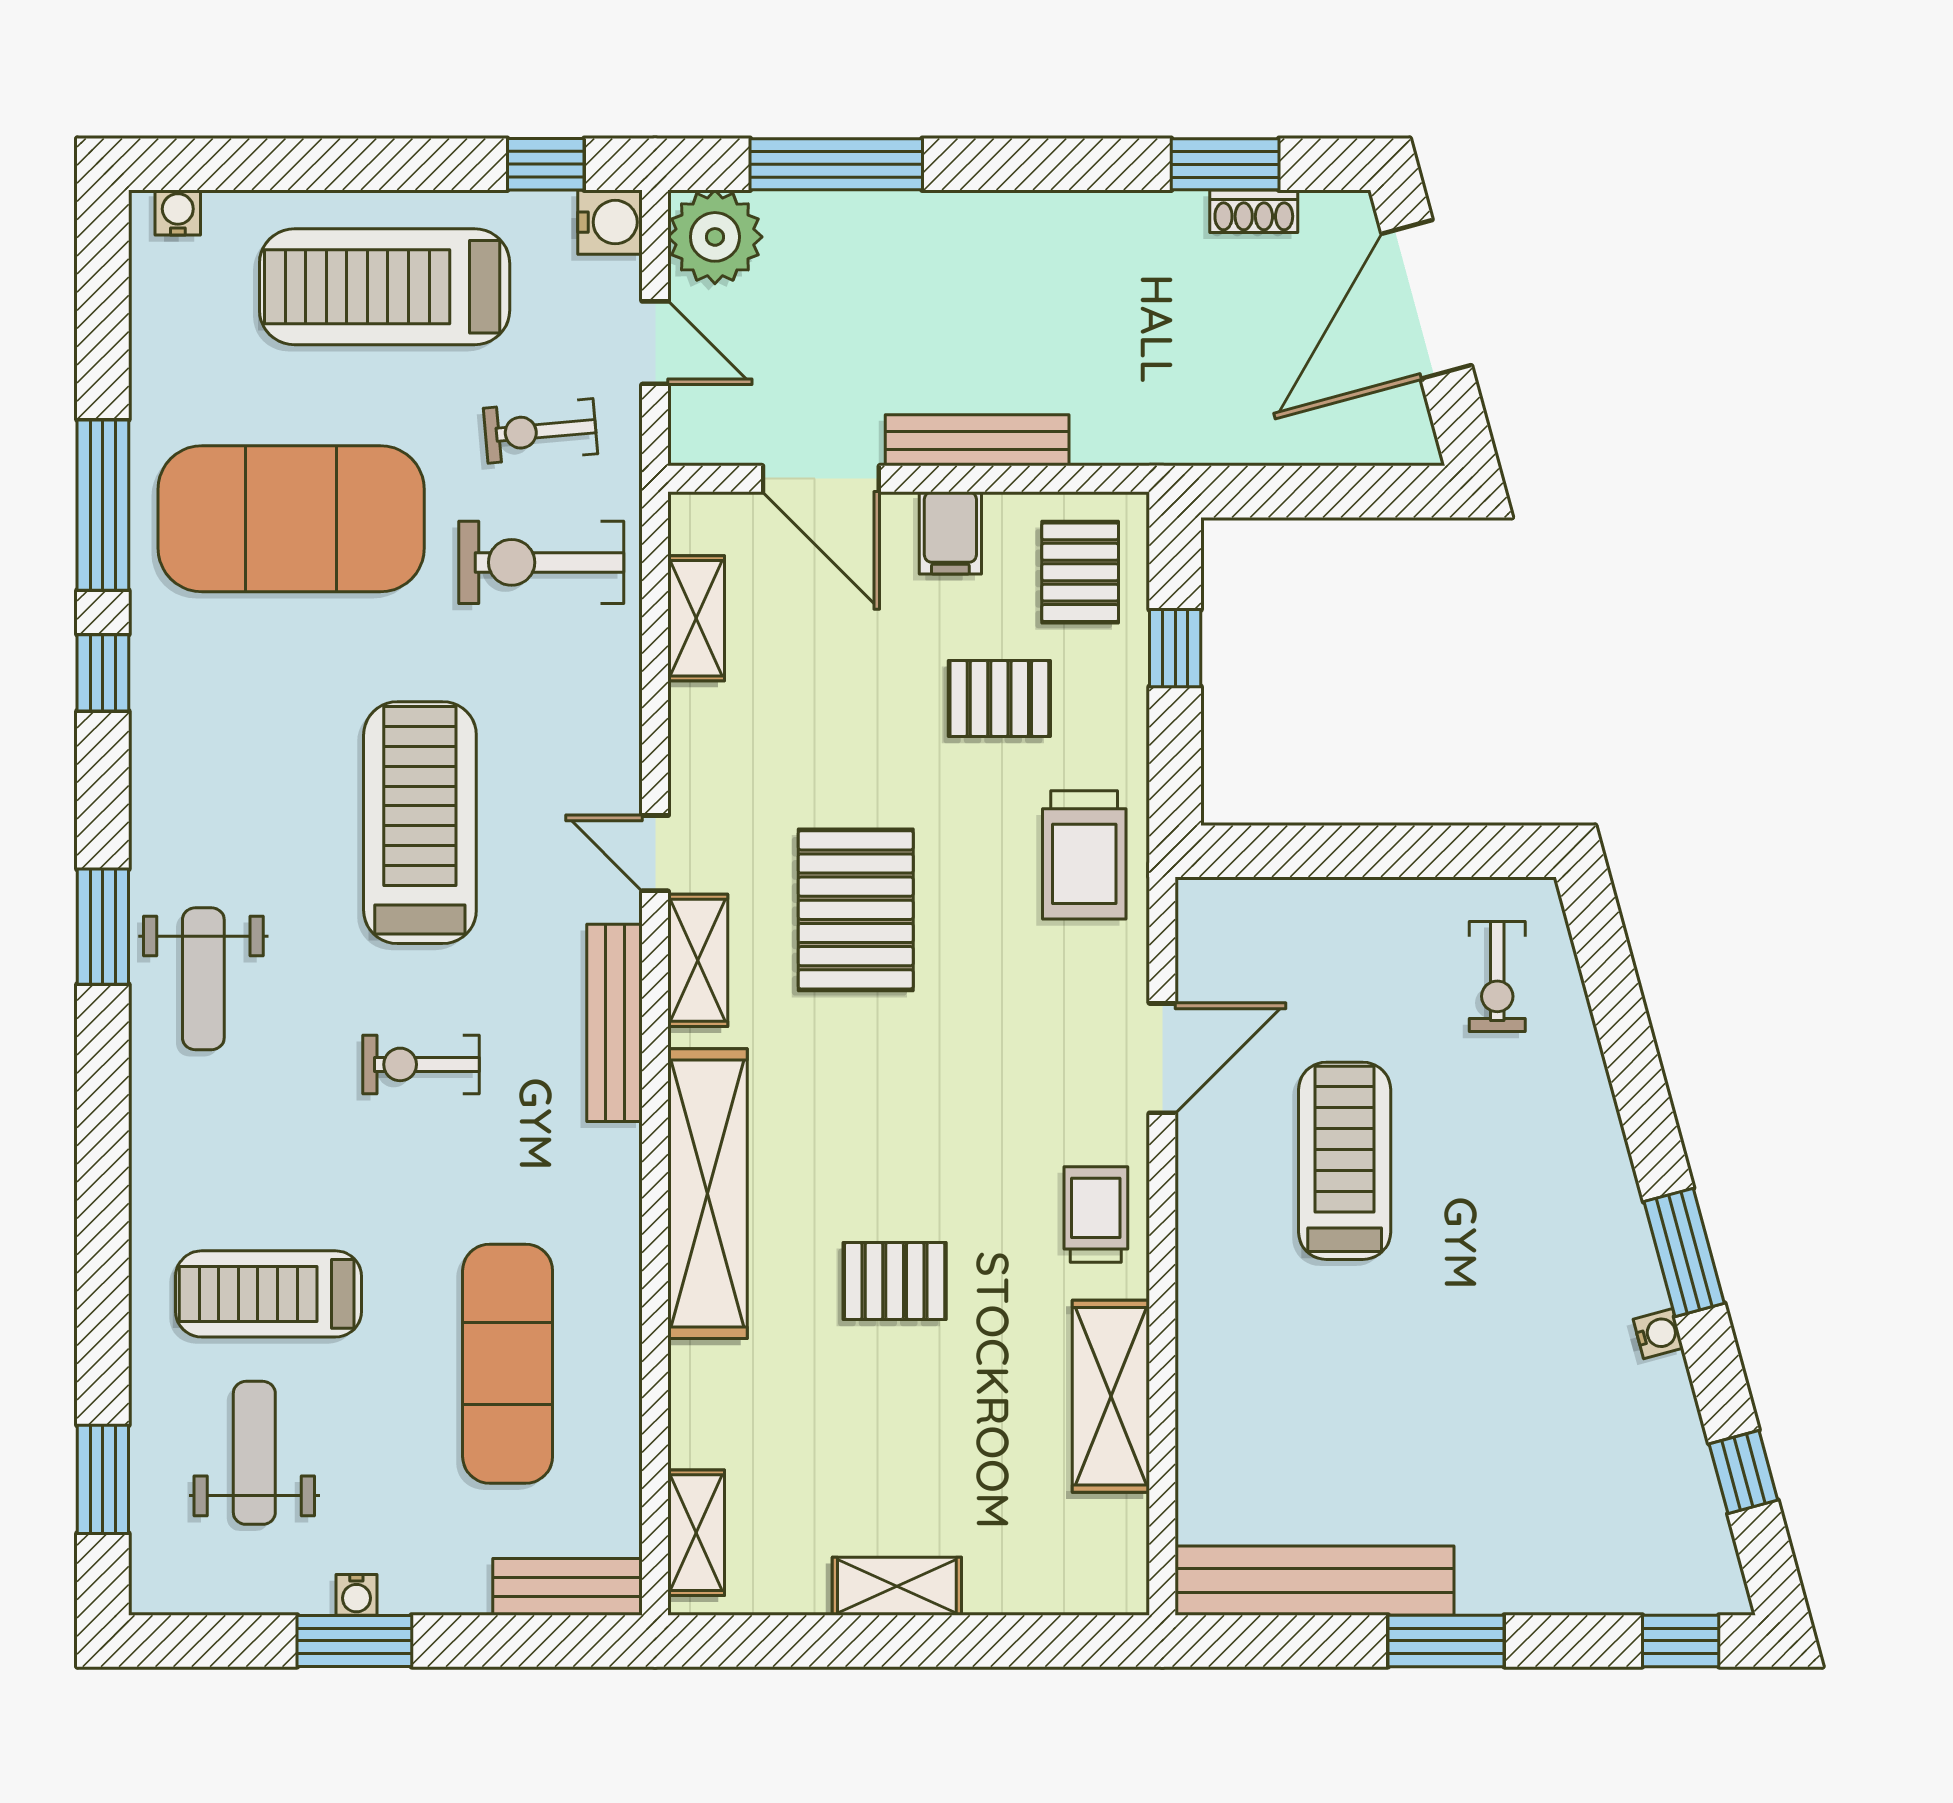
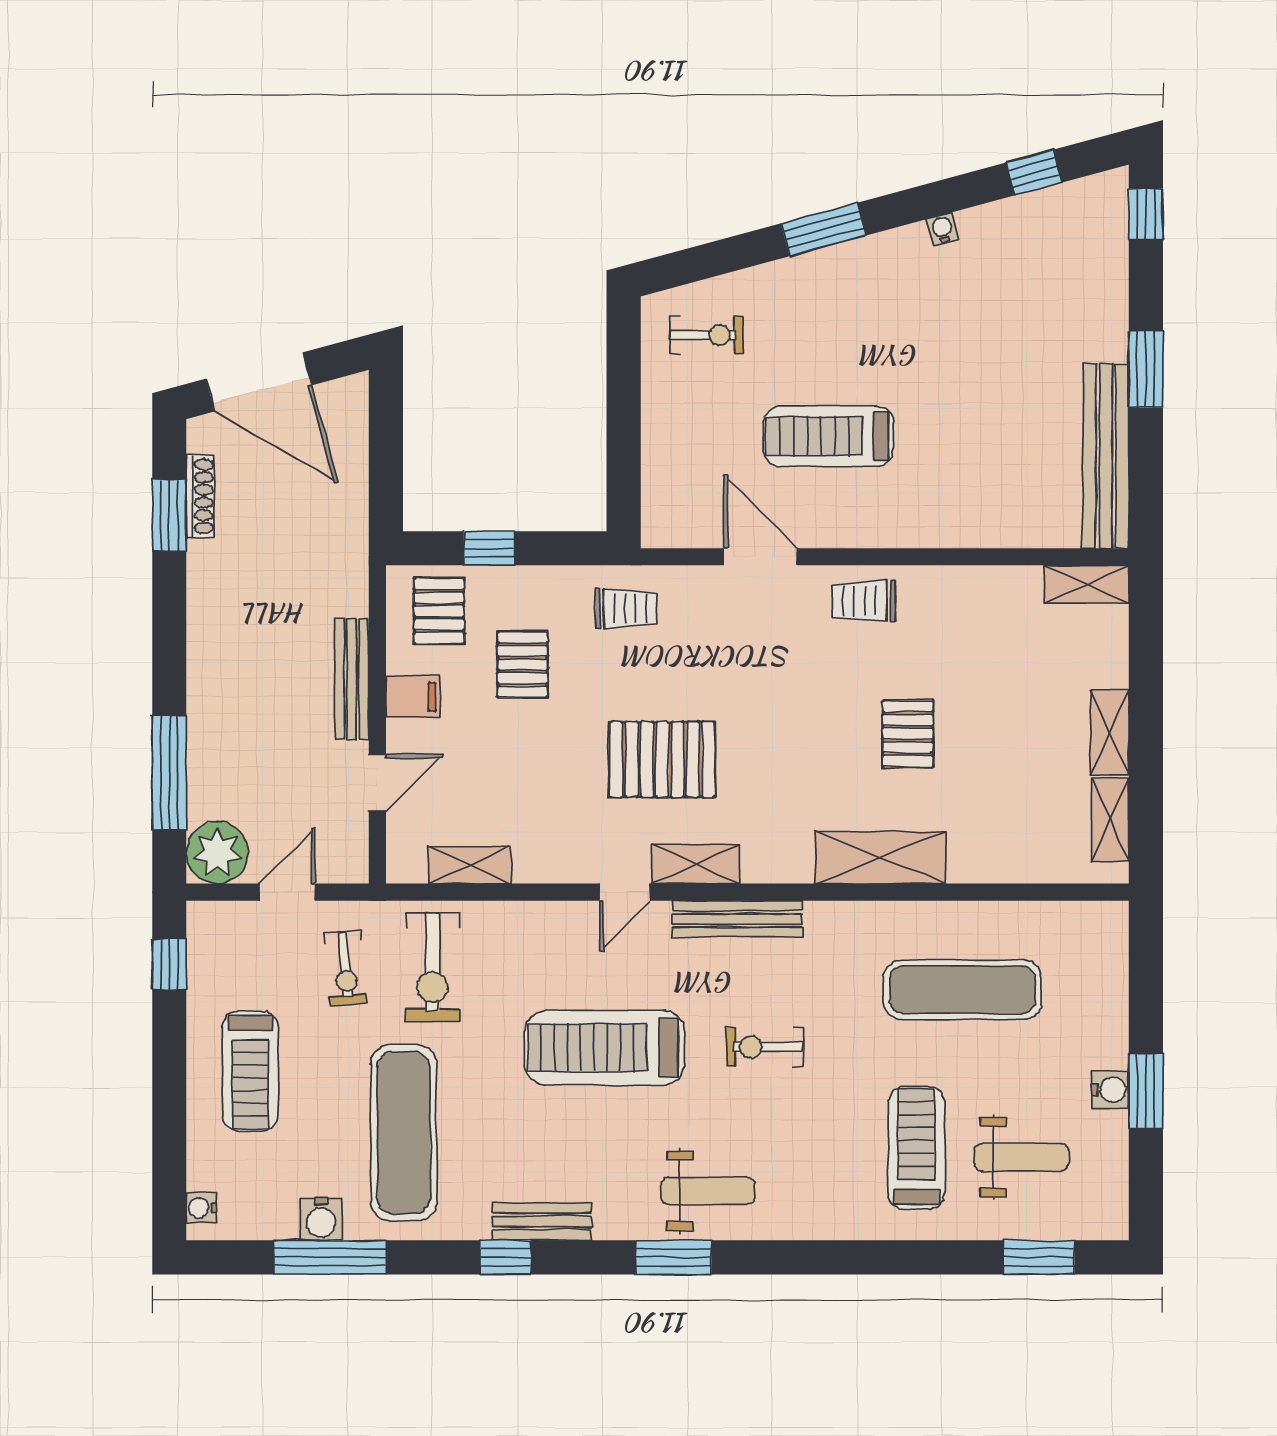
shoe rack: (1254, 211) -> (200, 496), width x1.43
water cooler: (610, 222) -> (321, 1219), moved, turned 180
treadmill: (385, 287) -> (250, 1071), width x0.73, depth x0.73
door: (821, 479) -> (377, 783), width x0.73
window: (103, 505) -> (330, 1257), moved
exercise mat: (291, 519) -> (404, 1133), width x0.68
pallet: (1080, 572) -> (439, 611), turned 90
trolley: (1084, 855) -> (626, 608), width x0.73, depth x0.72
exercise bike: (421, 1064) -> (765, 1047), turned 90
shelving: (707, 1194) -> (880, 858), width x0.68
window: (1684, 1252) -> (823, 229), moved
treadmill: (269, 1294) -> (916, 1148), turned 180
shelving: (1111, 1396) -> (1086, 584), moved, width x0.67, depth x0.75
weight bench: (254, 1453) -> (1021, 1157), turned 180
shelving: (696, 1533) -> (1110, 820), moved, turned 90
bench: (568, 1587) -> (542, 1221), moved, turned 90
water cooler: (356, 1595) -> (1110, 1090), width x1.38, depth x1.38

